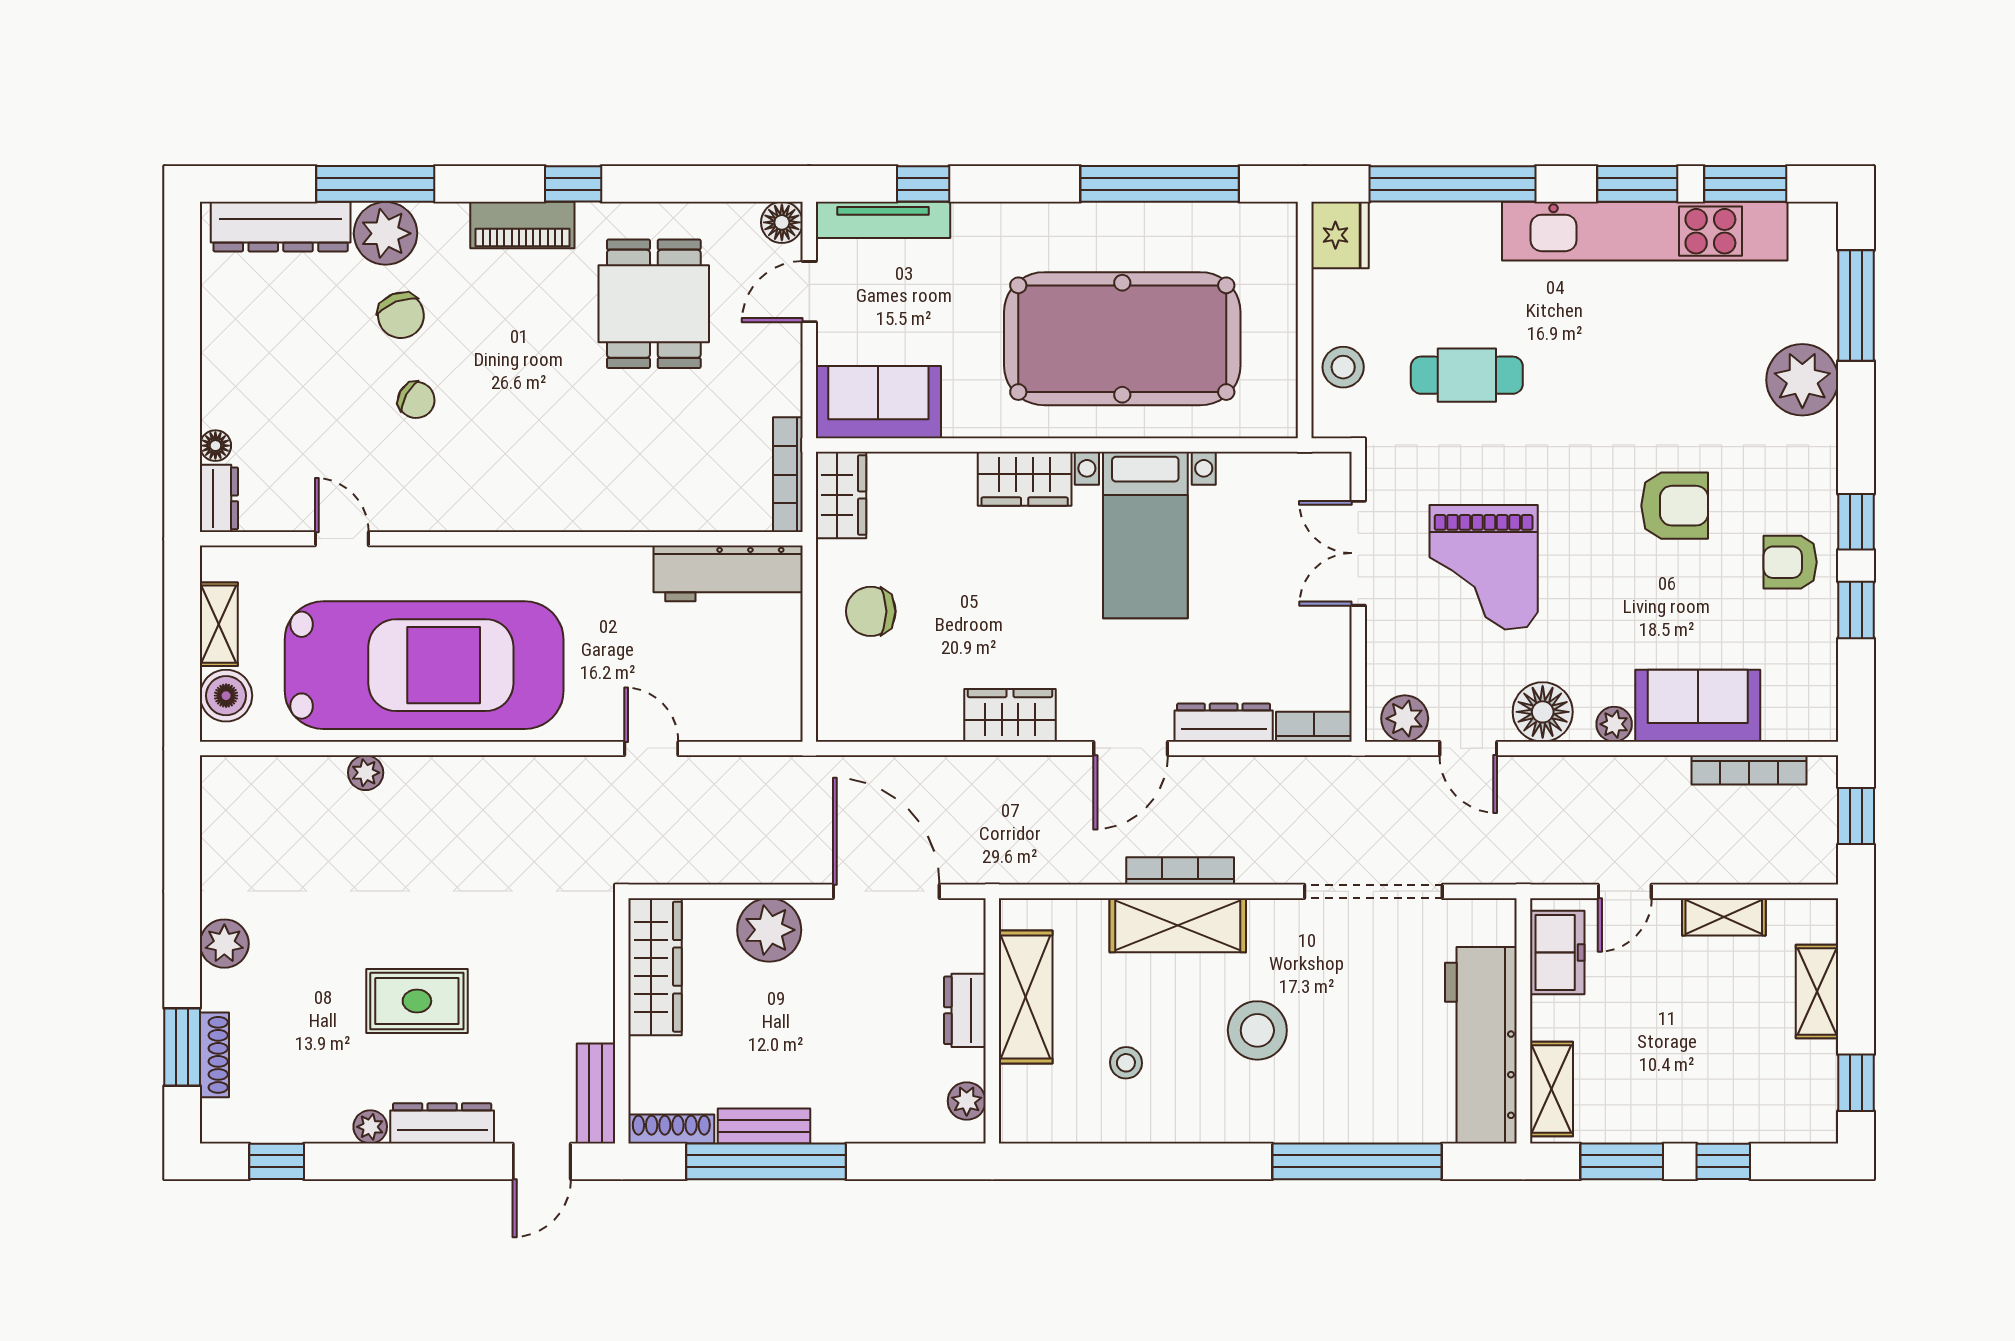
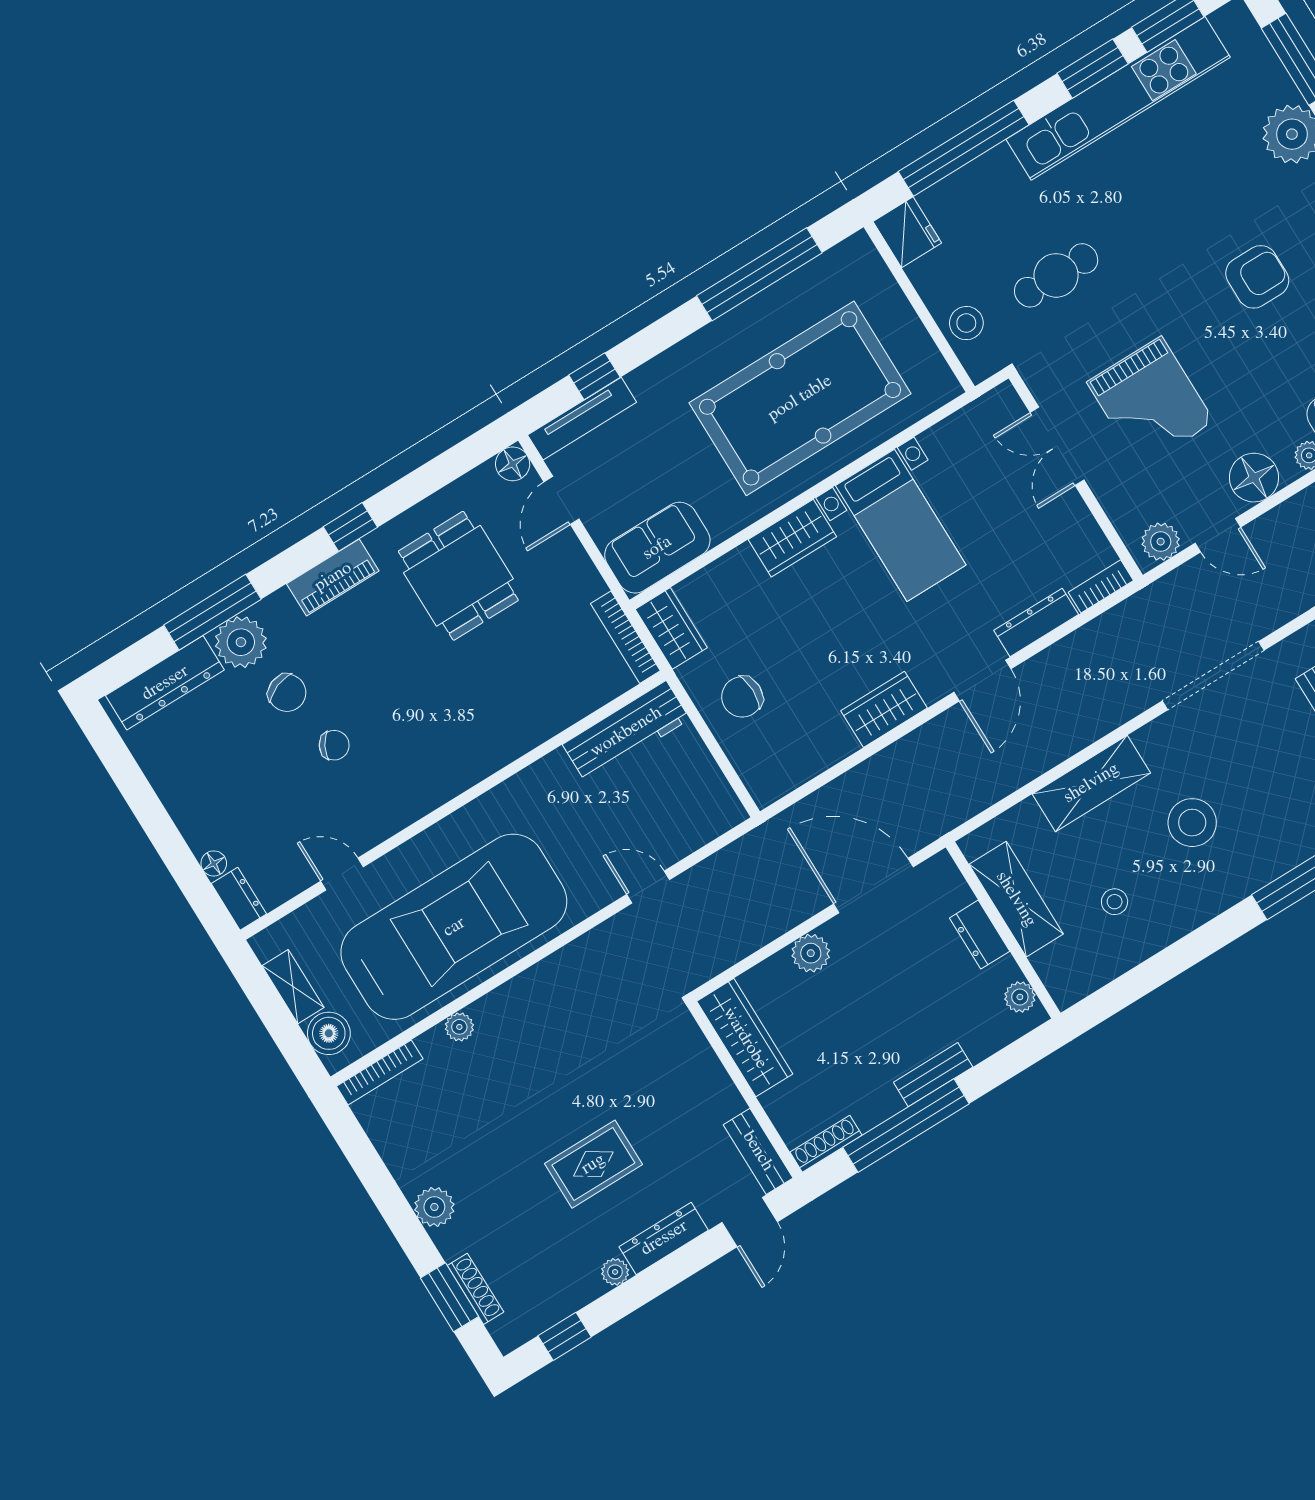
bookcase: (1180, 871) -> (380, 1073), moved, turned 180
plant: (769, 930) -> (811, 953), width x0.73, depth x0.73
bench: (764, 1126) -> (933, 1075), moved

